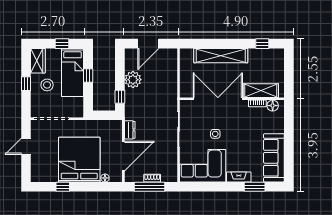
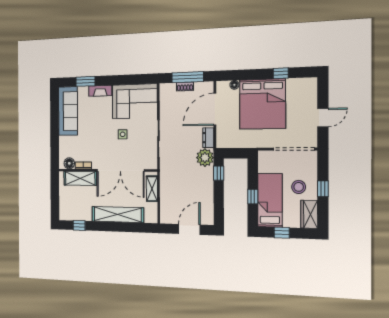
plant: (133, 80) -> (205, 158), moved
shelving: (185, 81) -> (152, 189), added

